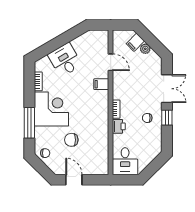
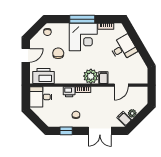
filing cabinet: (135, 42) -> (124, 119), moved
plant: (100, 100) -> (91, 76), added
window: (167, 118) -> (66, 131), moved
window: (29, 123) -> (82, 19), moved
printer: (99, 158) -> (43, 76), added

